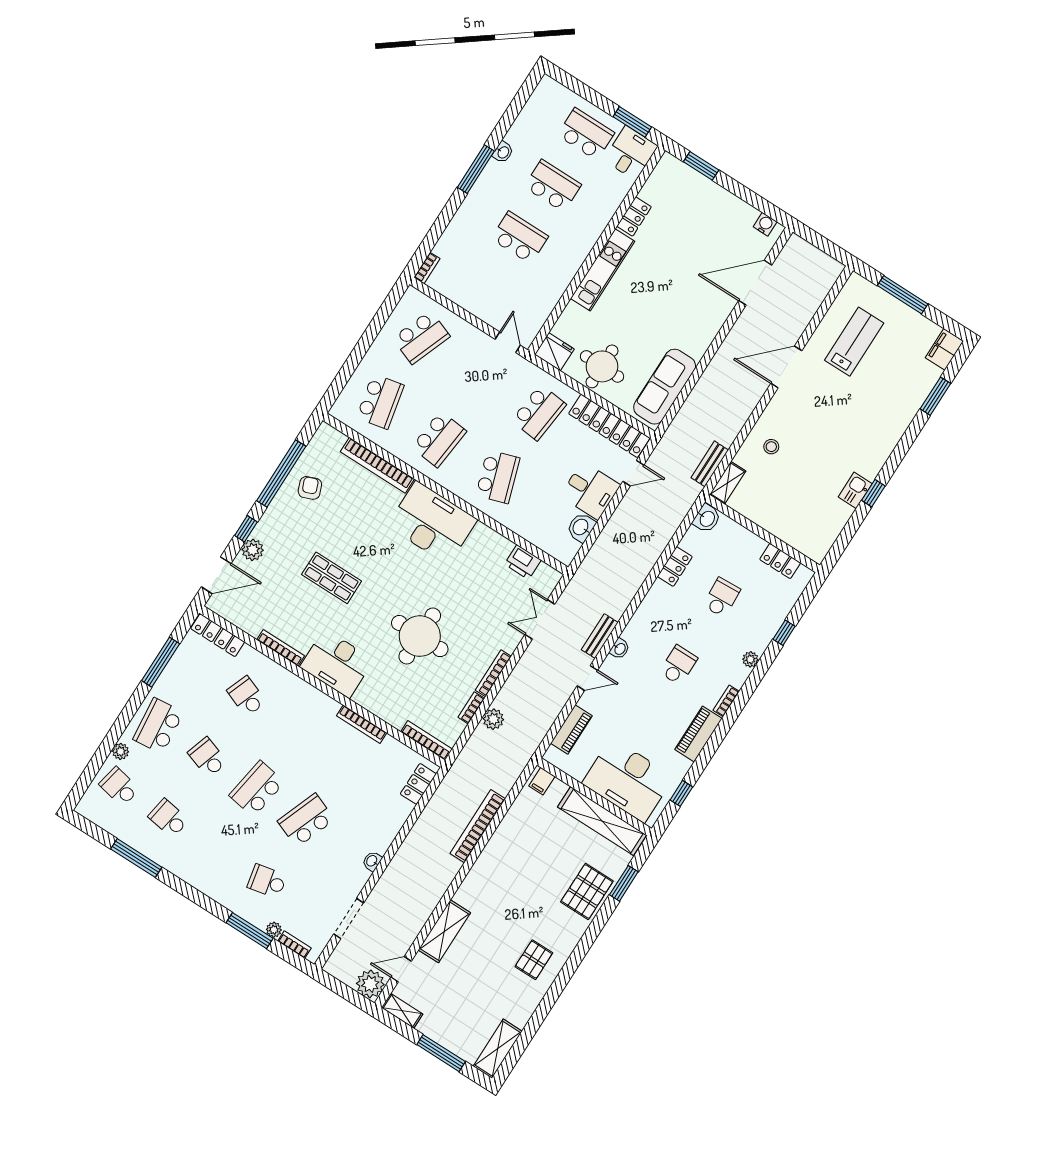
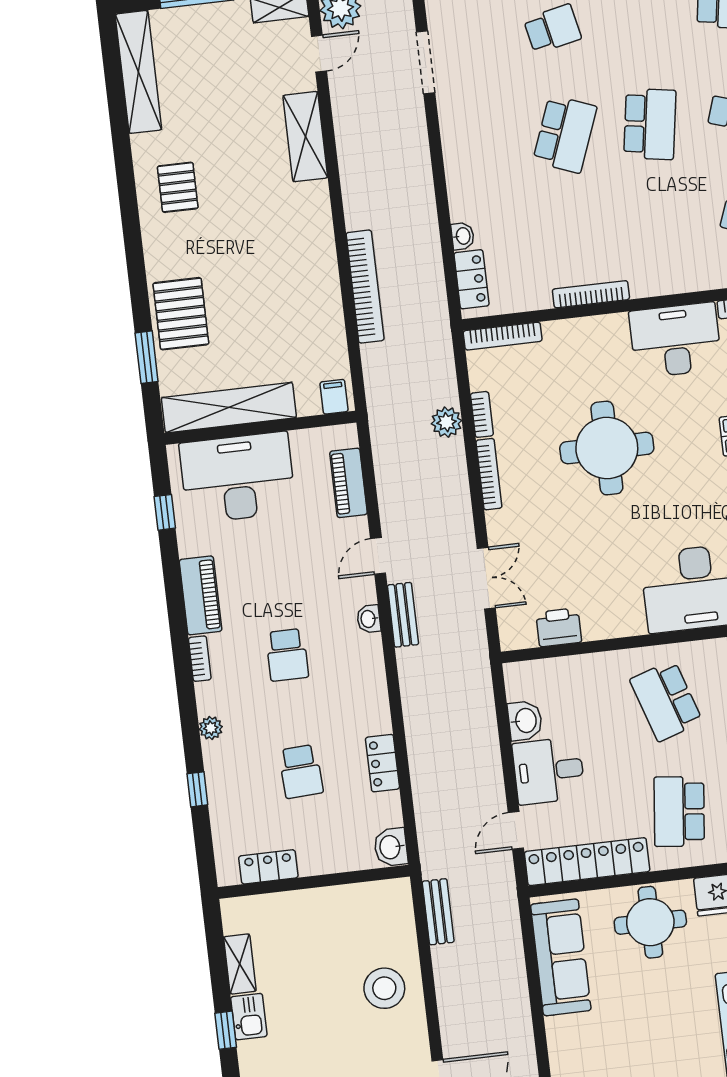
stool: (771, 447) -> (384, 988), width x1.89, depth x1.89
shelving: (728, 483) -> (240, 964), moved
washbasin: (372, 861) -> (463, 236), moved
shelving: (498, 1049) -> (138, 72), width x1.47

